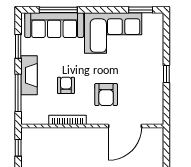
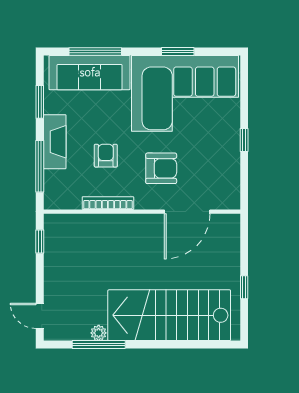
window: (141, 10) -> (178, 52), moved
corner sofa: (113, 33) -> (185, 93), width x1.36, depth x1.36
armchair: (106, 95) -> (161, 168), turned -90

